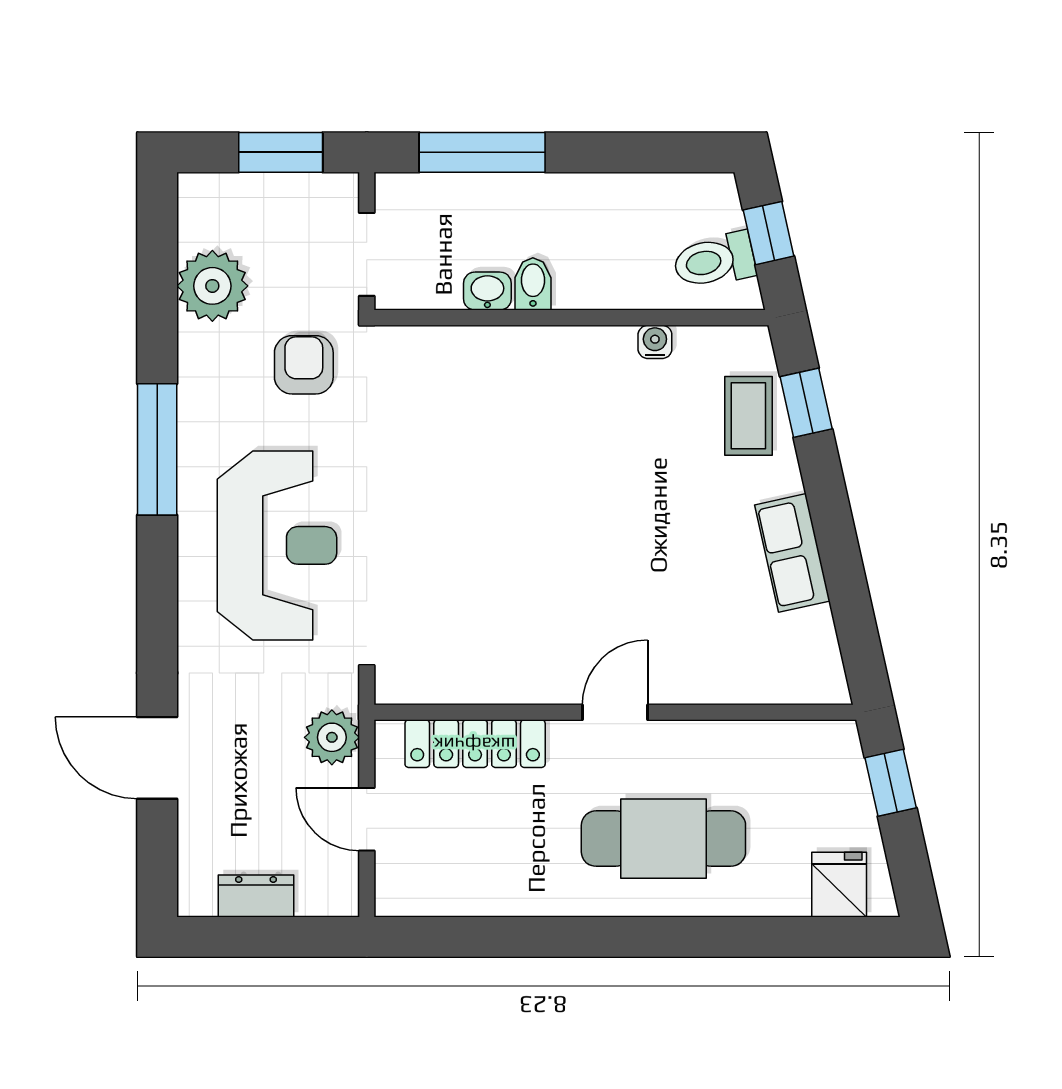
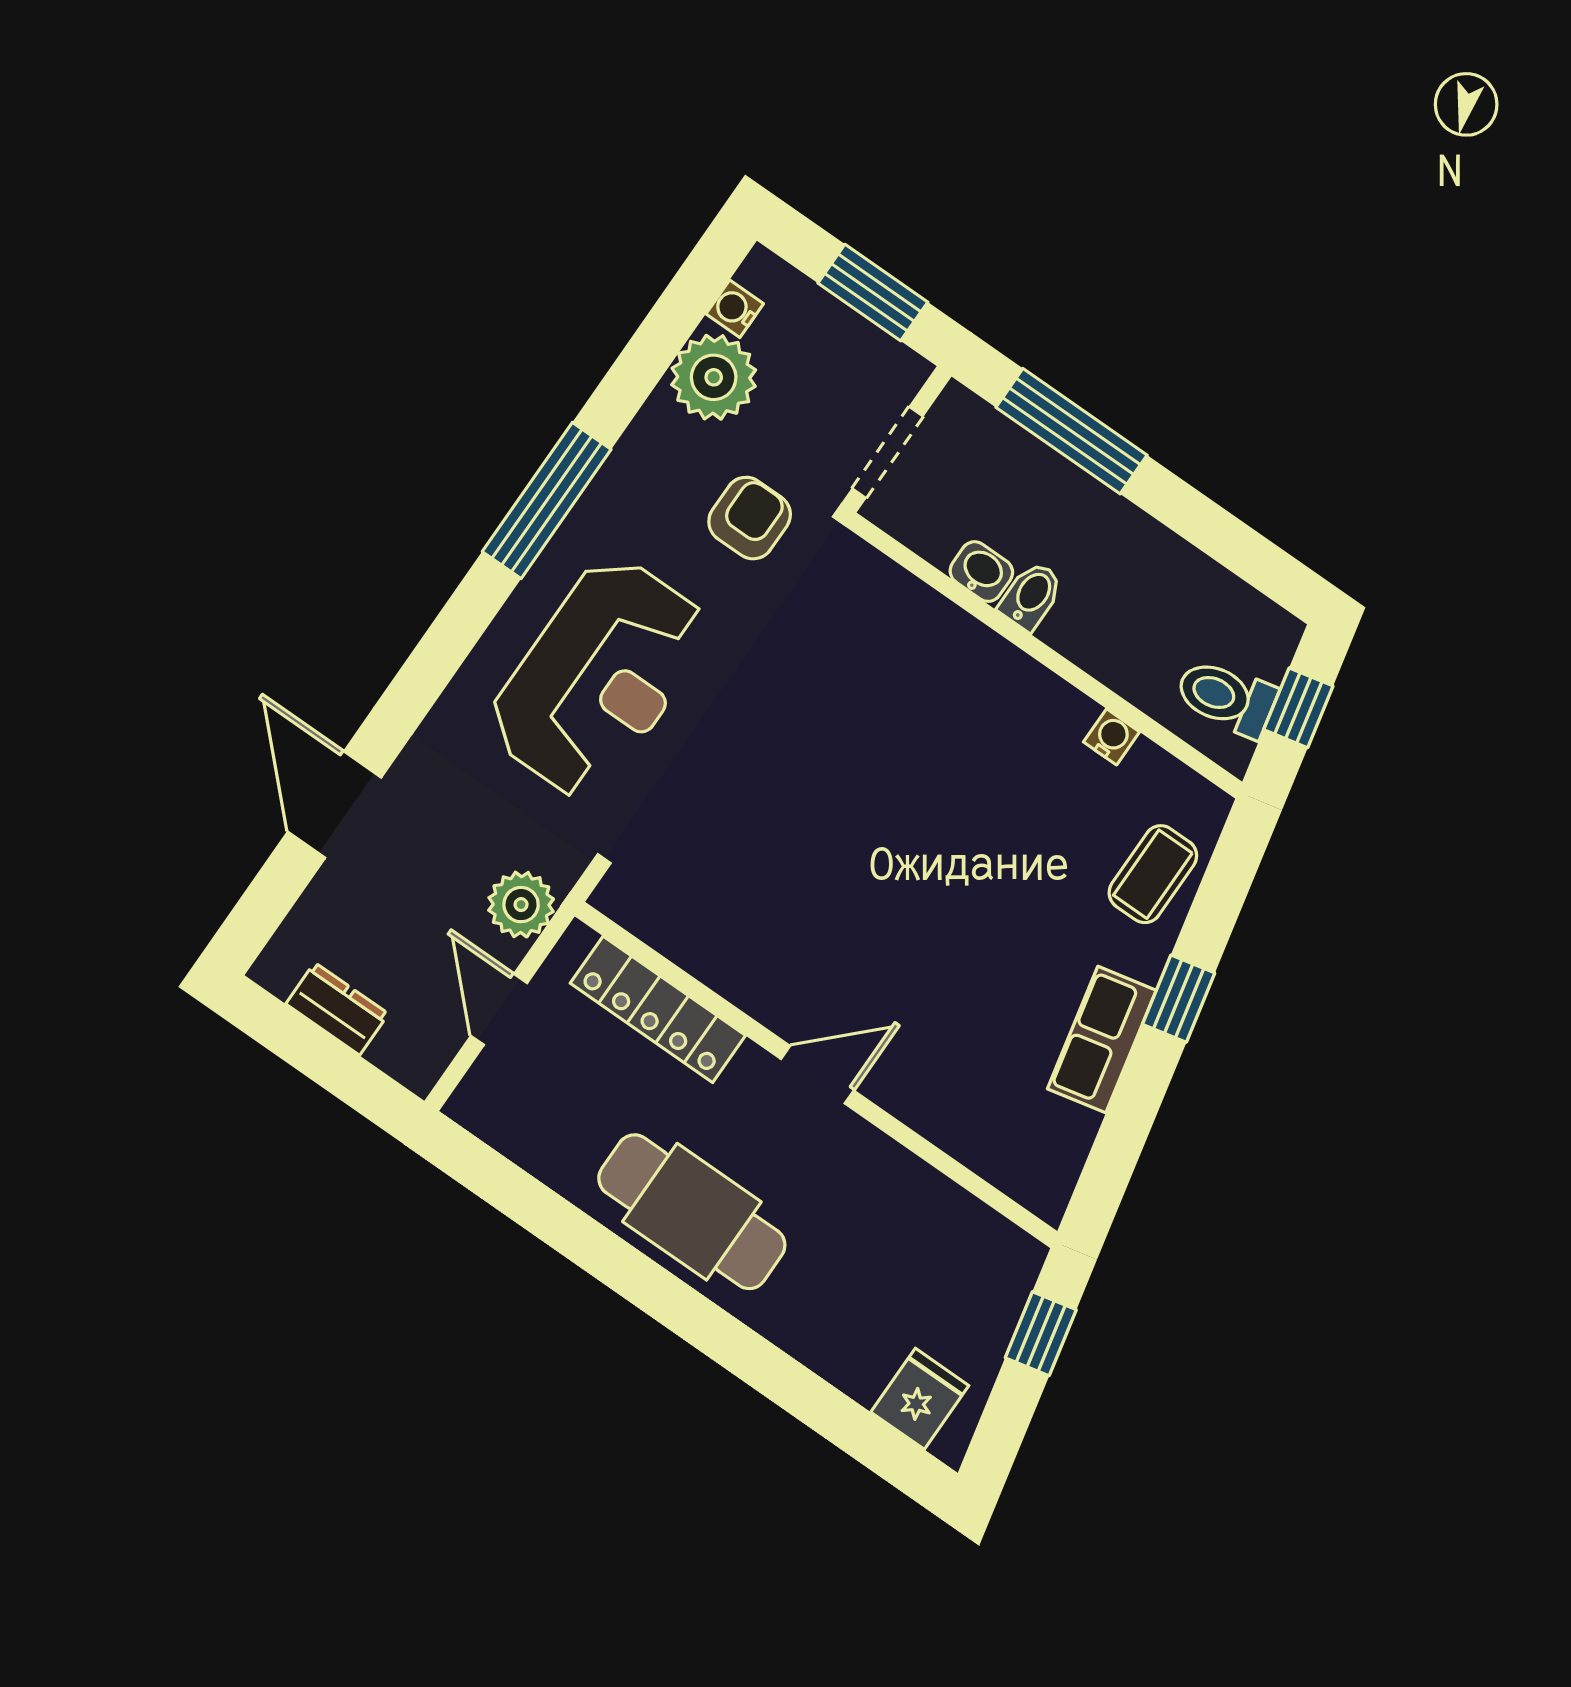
water cooler: (194, 229) -> (735, 309), added
window: (806, 403) -> (1179, 999), moved
cafe table: (663, 839) -> (692, 1212), moved

